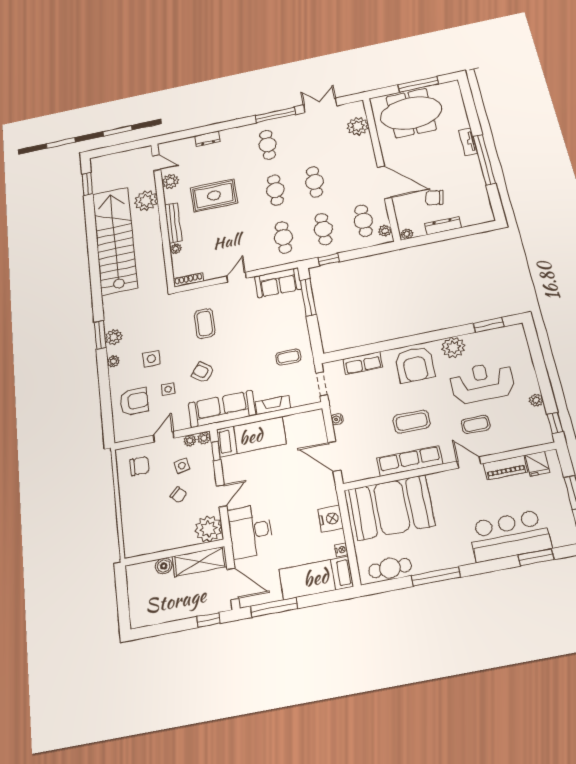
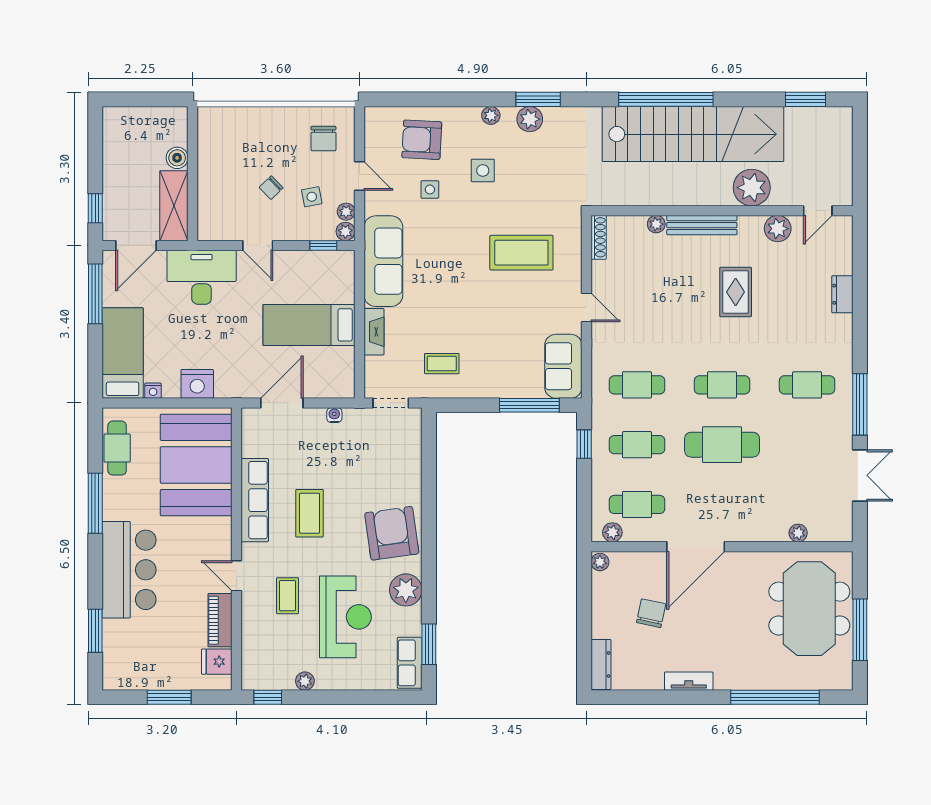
plant: (358, 126) -> (798, 533), width x0.53, depth x0.53
tv unit: (468, 142) -> (689, 681), moved
window: (484, 160) -> (775, 697), moved
cafe table: (314, 182) -> (722, 445), width x1.37, depth x1.35
rug: (214, 195) -> (736, 292), width x0.73, depth x0.70
dresser: (443, 226) -> (601, 664), moved
window: (94, 260) -> (666, 99), added
coffee table: (205, 324) -> (521, 253), width x1.36, depth x1.32
coffee table: (288, 357) -> (442, 364), turned 90
row of seats: (363, 363) -> (410, 663), moved
armchair: (415, 365) -> (392, 533), turned 82
armchair: (203, 372) -> (445, 241), removed
armchair: (134, 401) -> (422, 140), turned 93
bed: (251, 437) -> (309, 325), moved, turned 90
door: (469, 462) -> (237, 576), swing flipped
plant: (208, 529) -> (216, 222), removed
bar counter: (510, 536) -> (129, 570), moved

